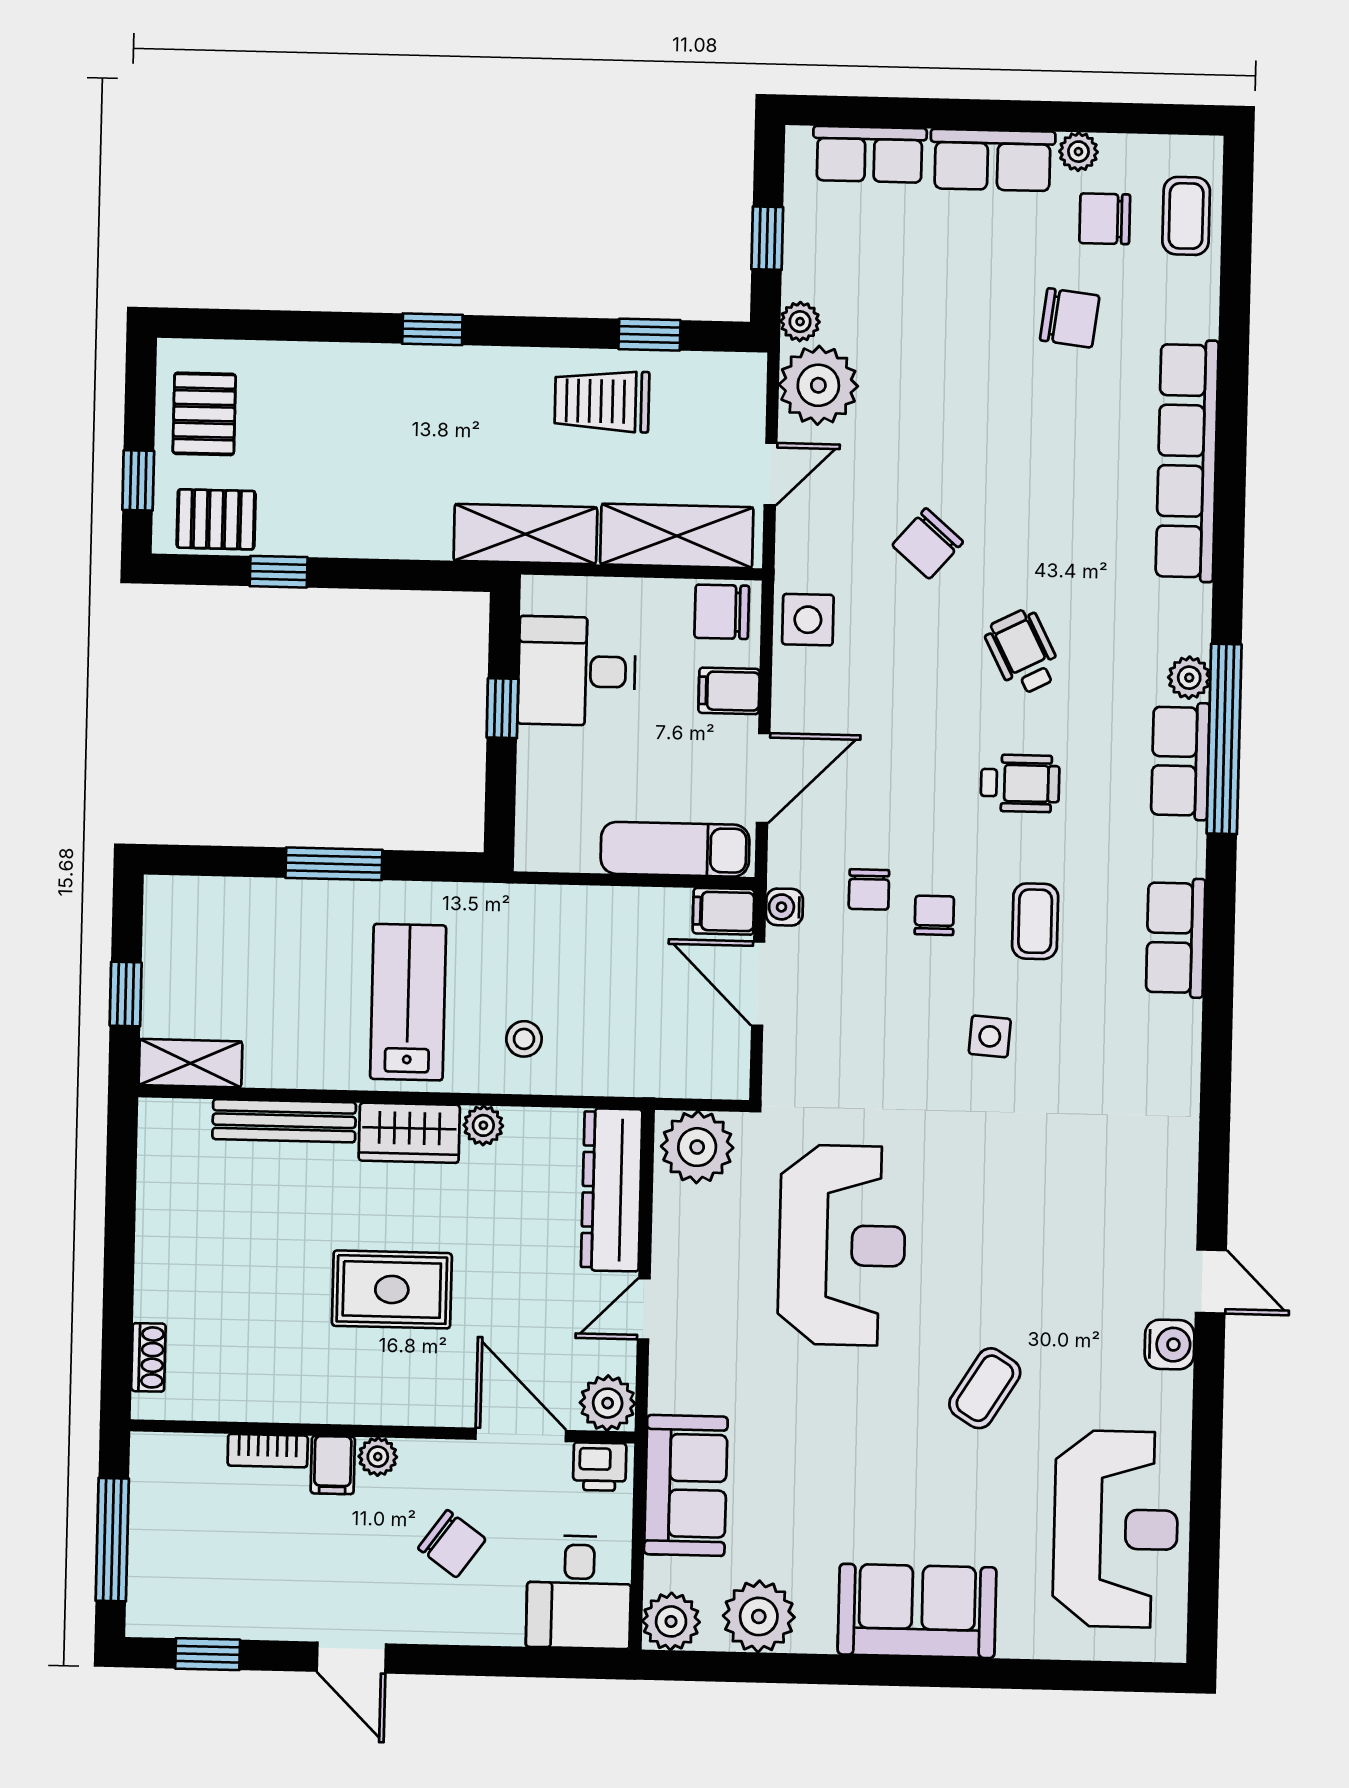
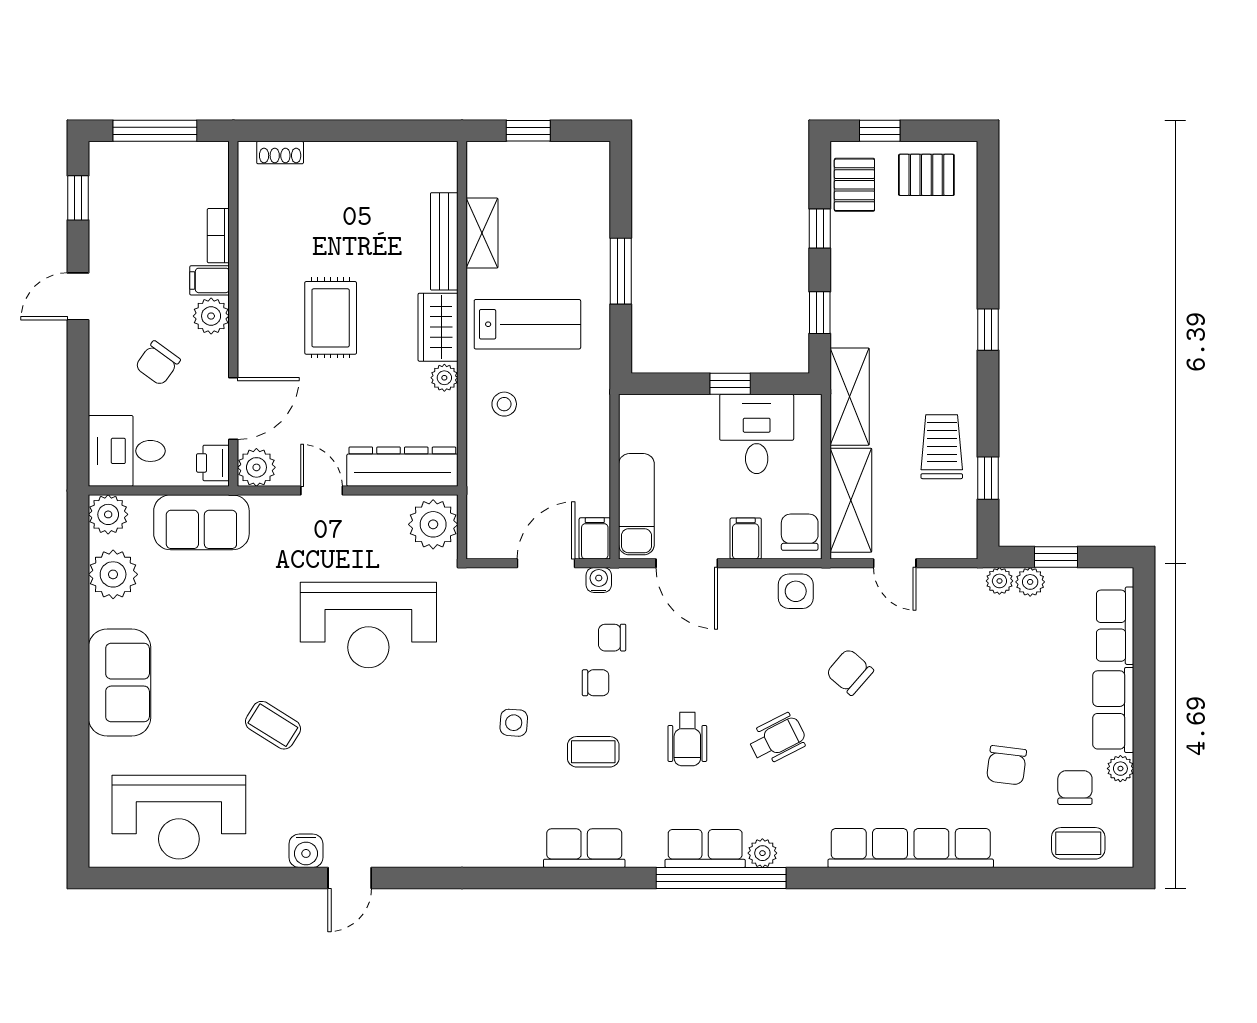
plant: (818, 385) -> (1030, 582), moved, width x0.53, depth x0.53
window: (402, 575) -> (820, 313), added
shelving: (190, 1063) -> (482, 233), moved
plant: (378, 1457) -> (211, 316), width x1.38, depth x1.38

